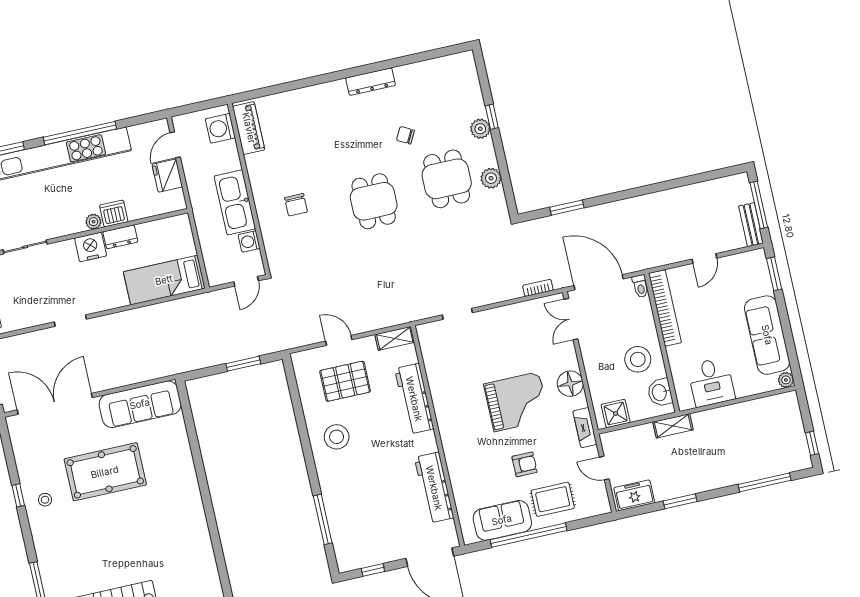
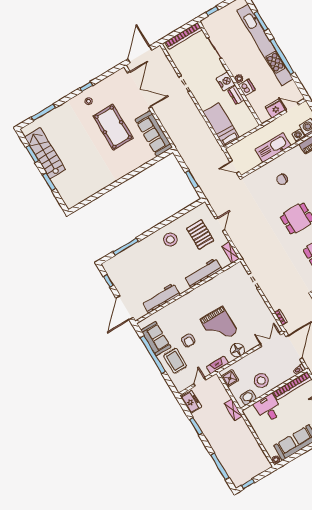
washing machine: (249, 241) -> (299, 136), moved
desk: (711, 382) -> (268, 408), moved, turned 90

